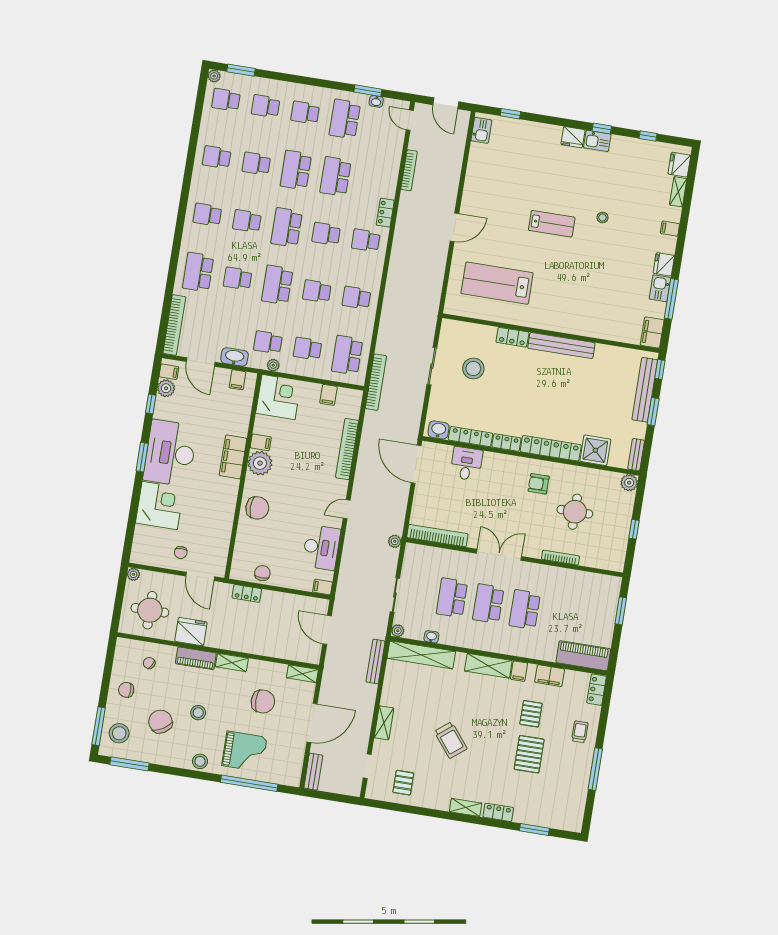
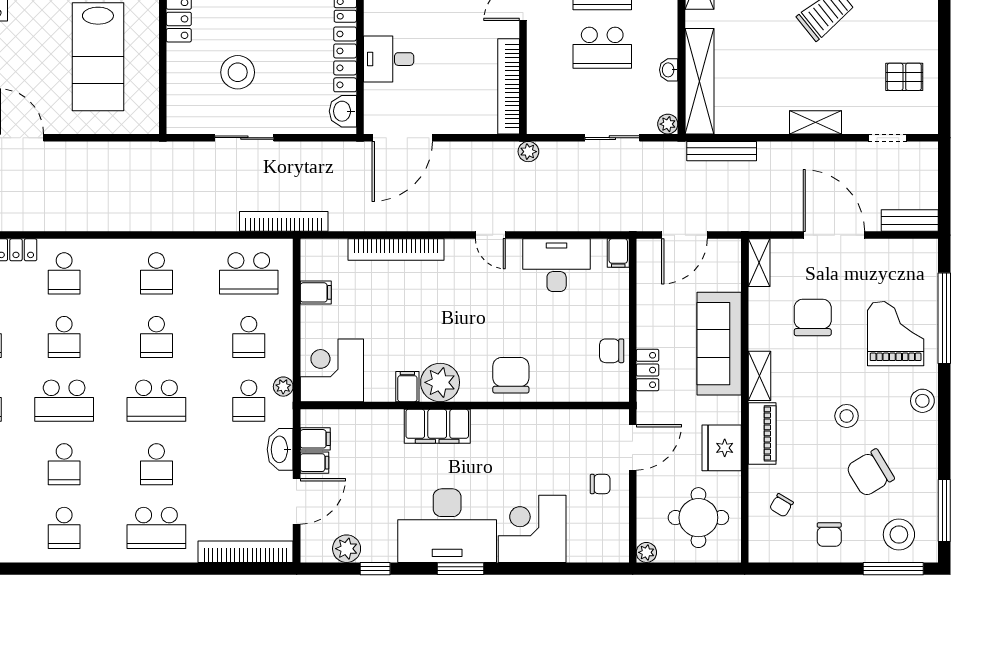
filing cabinet: (169, 372) -> (315, 463), moved, turned 90
sofa: (256, 641) -> (719, 344), added

